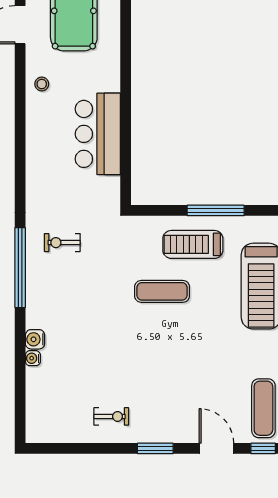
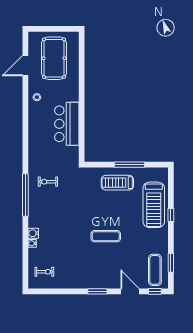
exercise mat: (162, 291) -> (106, 236), moved
exercise bike: (111, 416) -> (44, 272), moved

